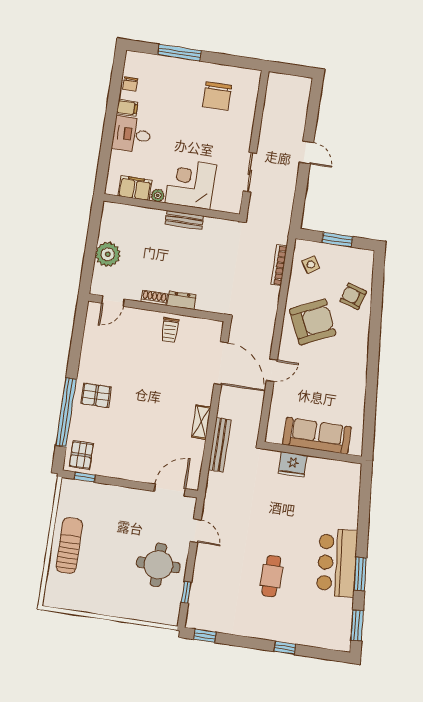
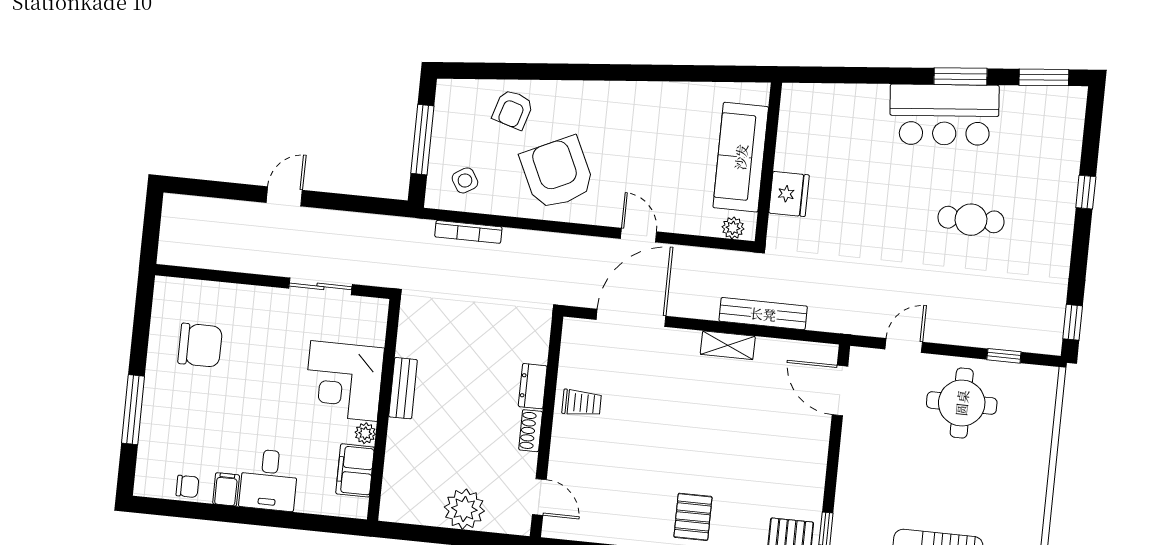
window: (337, 240) -> (422, 140), width x1.44
plant: (273, 429) -> (733, 228), added

